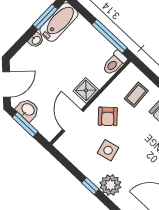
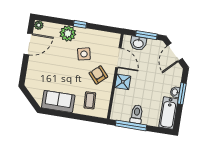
window: (45, 17) -> (182, 94), moved
toilet: (114, 63) -> (137, 114), moved
washbasin: (28, 110) -> (138, 43), moved

